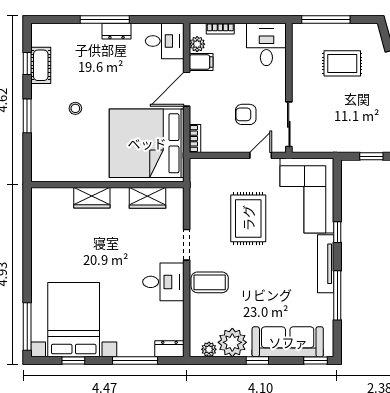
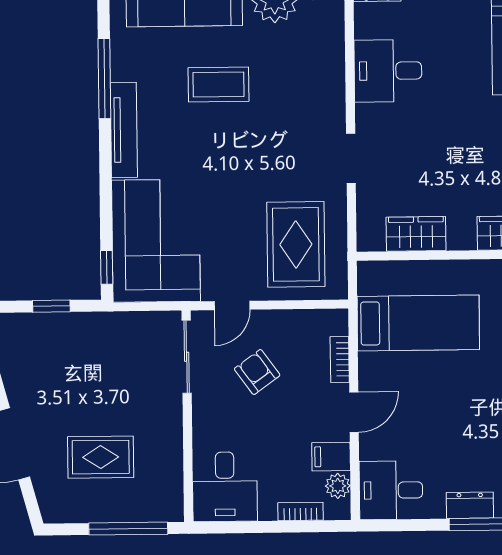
door: (187, 89) -> (354, 412), width x0.73
armchair: (246, 114) -> (257, 372), turned -126
bookcase: (195, 139) -> (340, 359), moved
bed: (147, 143) -> (418, 323), width x0.49
rug: (248, 218) -> (296, 244), moved
window: (337, 232) -> (107, 267), moved
desk: (163, 282) -> (388, 71), moved
coffee table: (210, 282) -> (219, 84), moved

